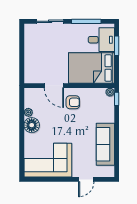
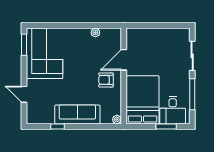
window: (117, 99) -> (57, 126), moved
armchair: (73, 102) -> (106, 80), turned 90
floor lamp: (32, 125) -> (82, 36), removed
sofa: (105, 144) -> (77, 115), moved
window: (40, 179) -> (24, 45), added

